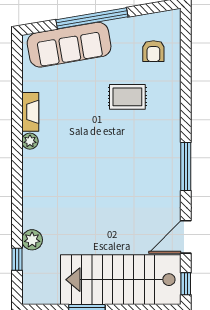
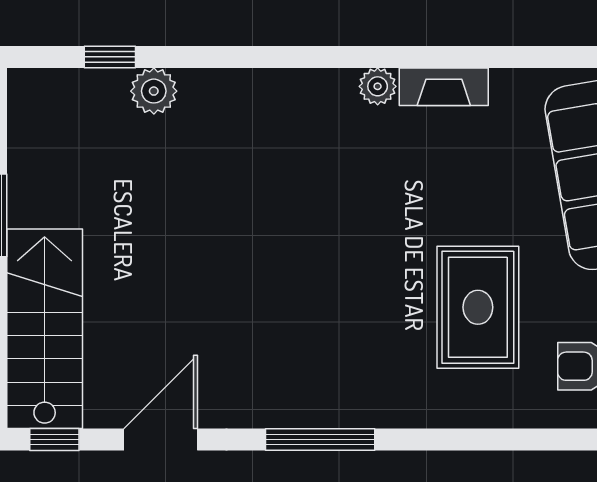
rug: (127, 97) -> (478, 307), width x1.36, depth x1.43
door: (186, 237) -> (161, 439), hinge flipped
stairs: (121, 280) -> (45, 329), width x0.73, depth x0.66

